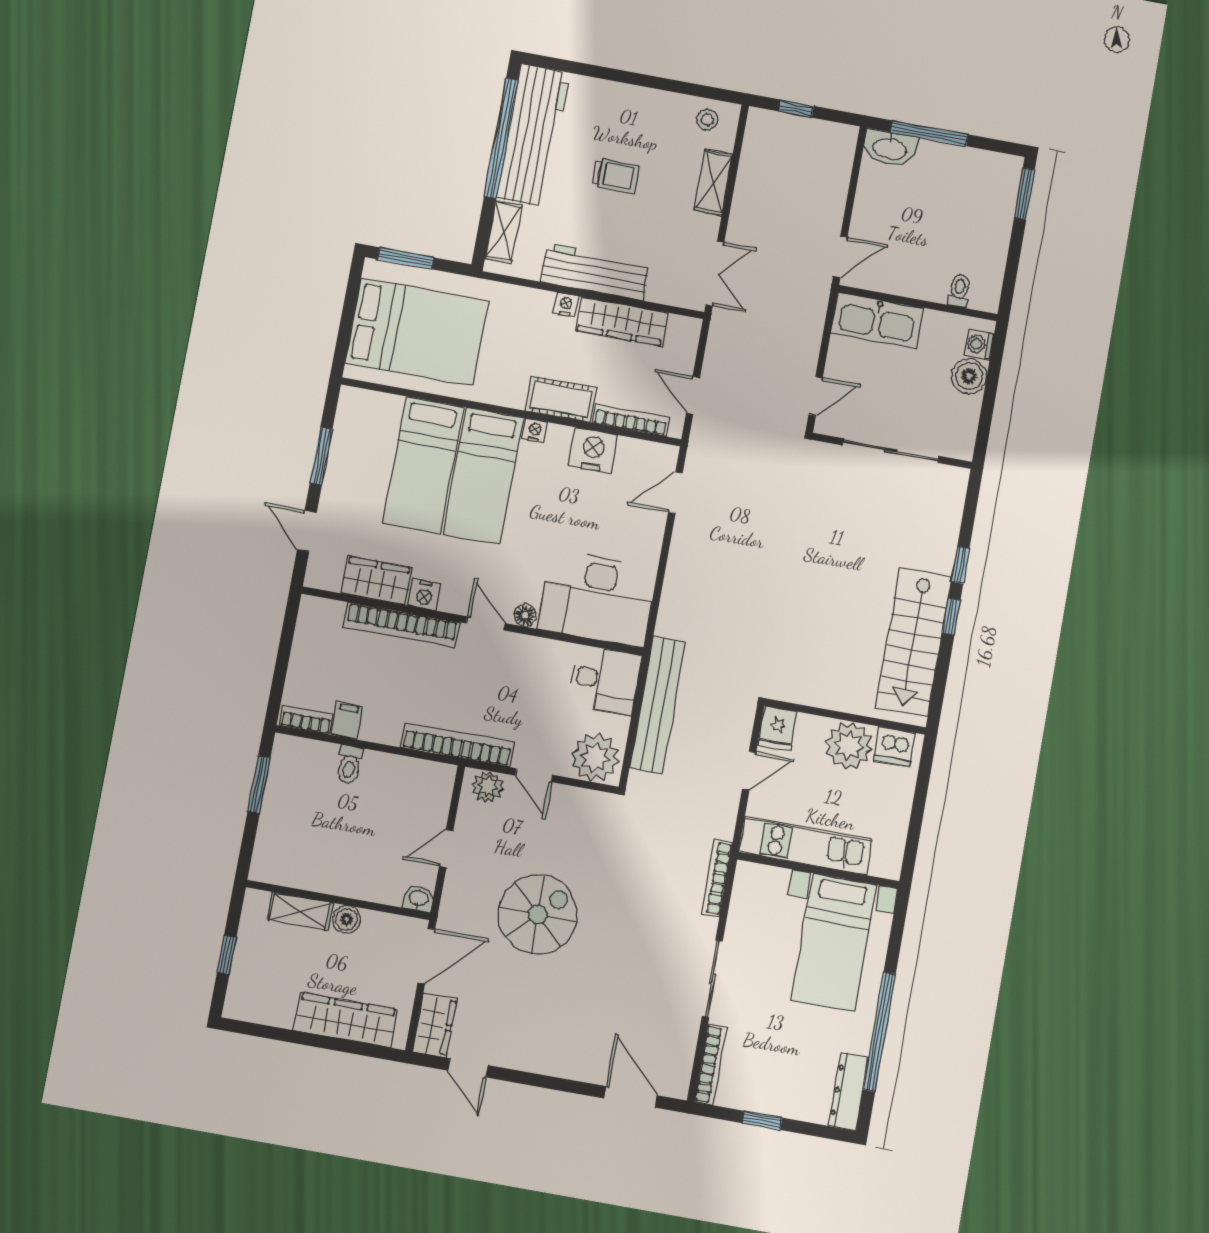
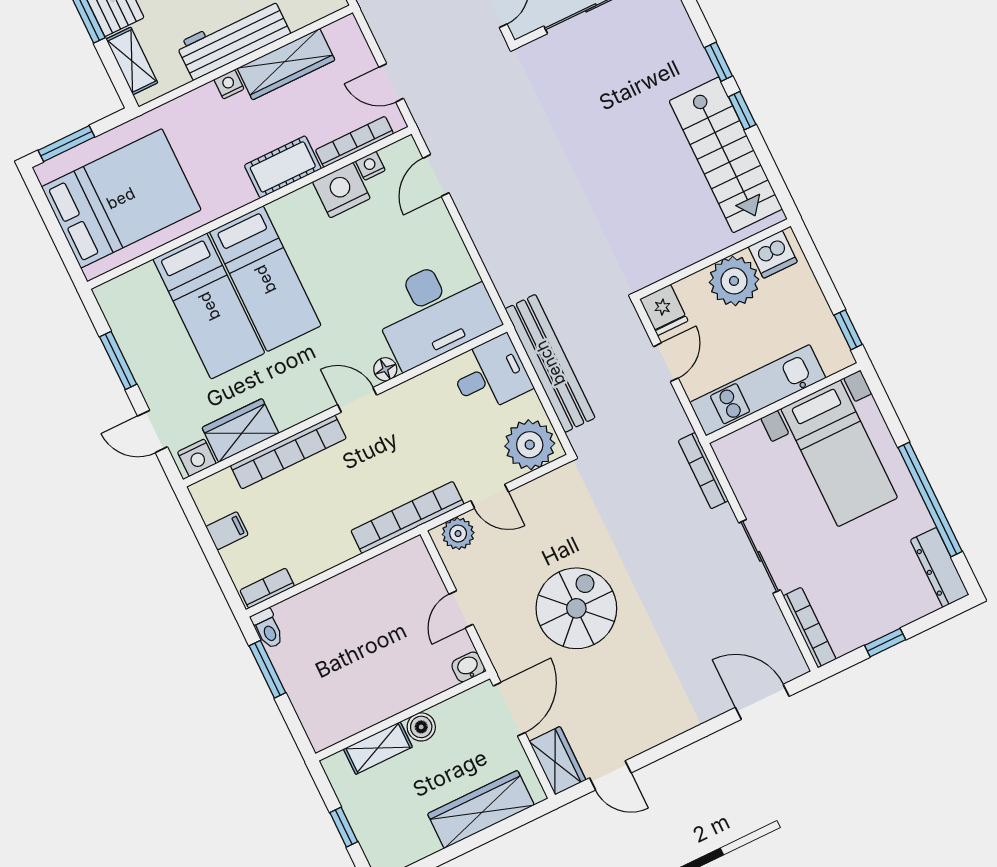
nightstand: (535, 431) -> (370, 166), moved
nightstand: (424, 595) -> (197, 458), moved
filing cabinet: (347, 720) -> (227, 531), moved, turned 90
toilet: (349, 765) -> (268, 629), moved
window: (911, 850) -> (848, 330), added

